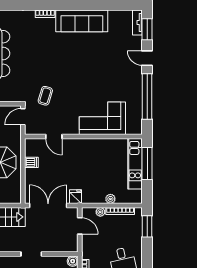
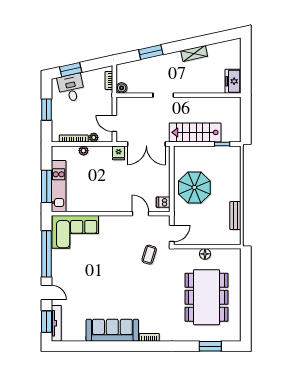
tv unit: (137, 22) -> (56, 323), width x1.41
corner sofa: (102, 118) -> (75, 232), moved
dishwasher: (31, 162) -> (163, 202), moved
window: (147, 226) -> (47, 110), moved

